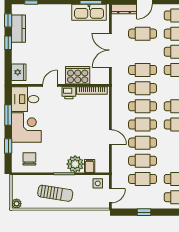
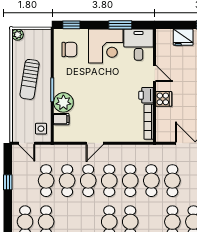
fridge: (19, 72) -> (183, 37), moved
cooker: (78, 75) -> (164, 99), width x0.53, depth x0.76
window: (8, 146) -> (71, 25), moved

